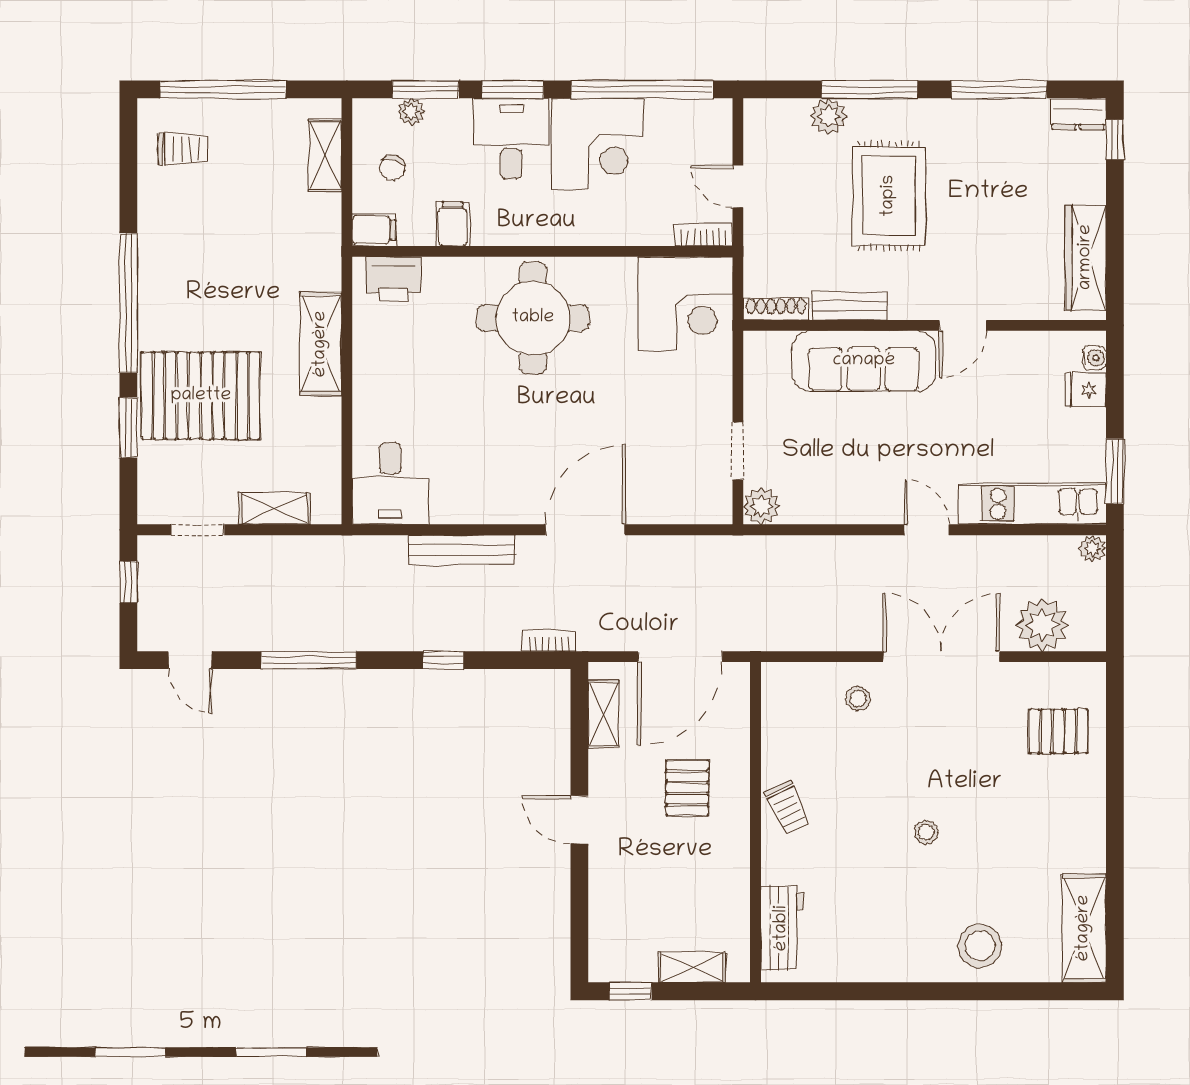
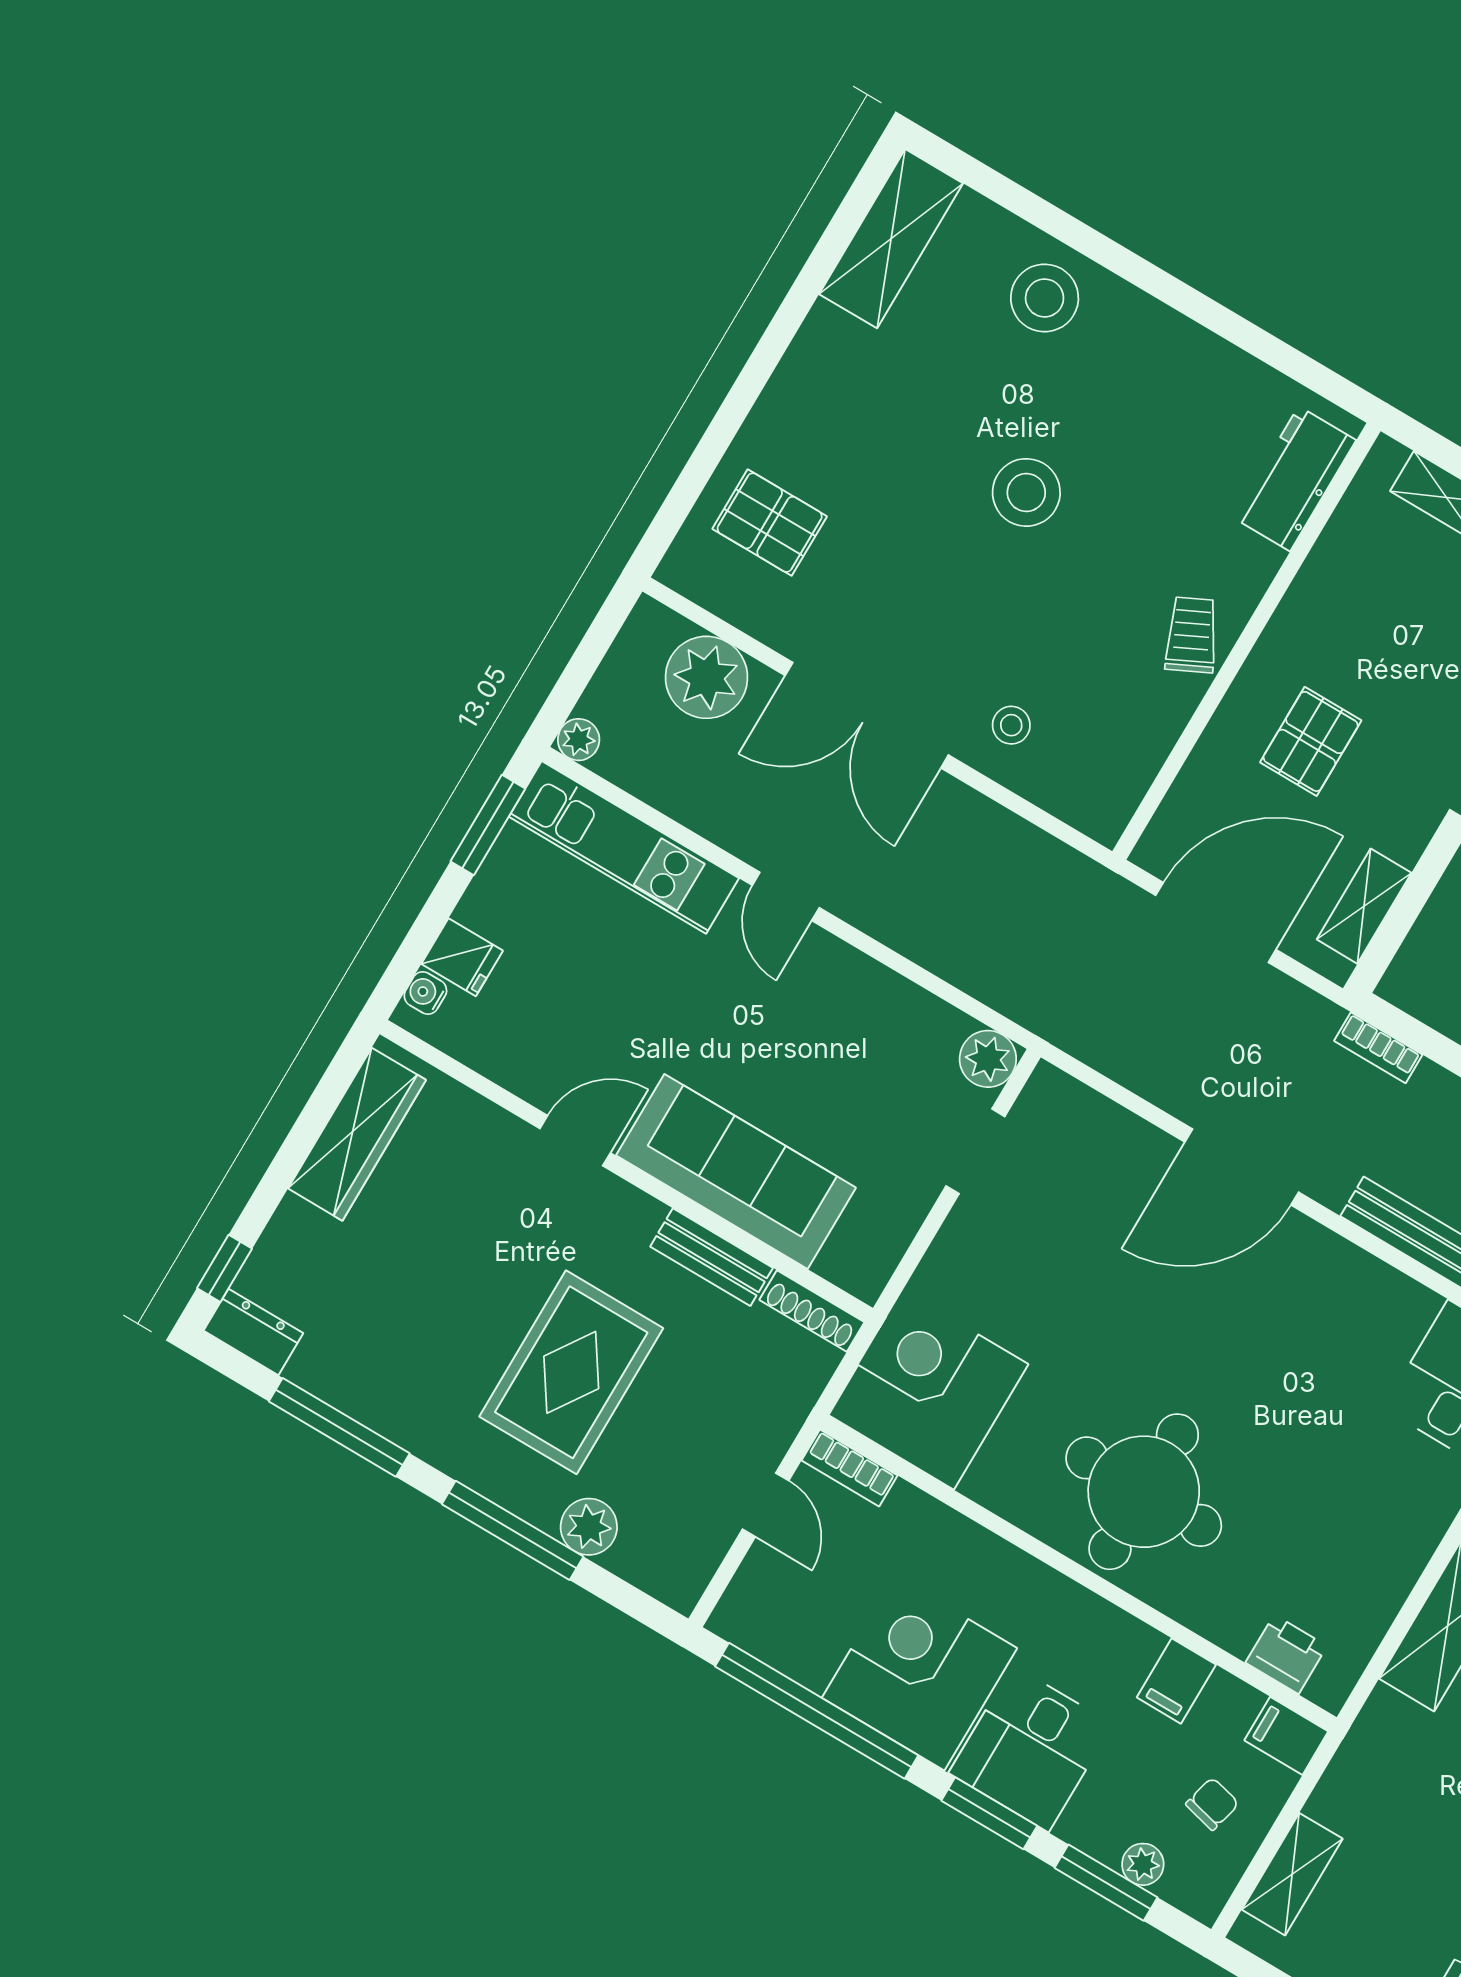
printer: (393, 279) -> (1286, 1654), width x0.73, depth x0.81
stool: (926, 832) -> (1026, 492), width x1.89, depth x1.89

